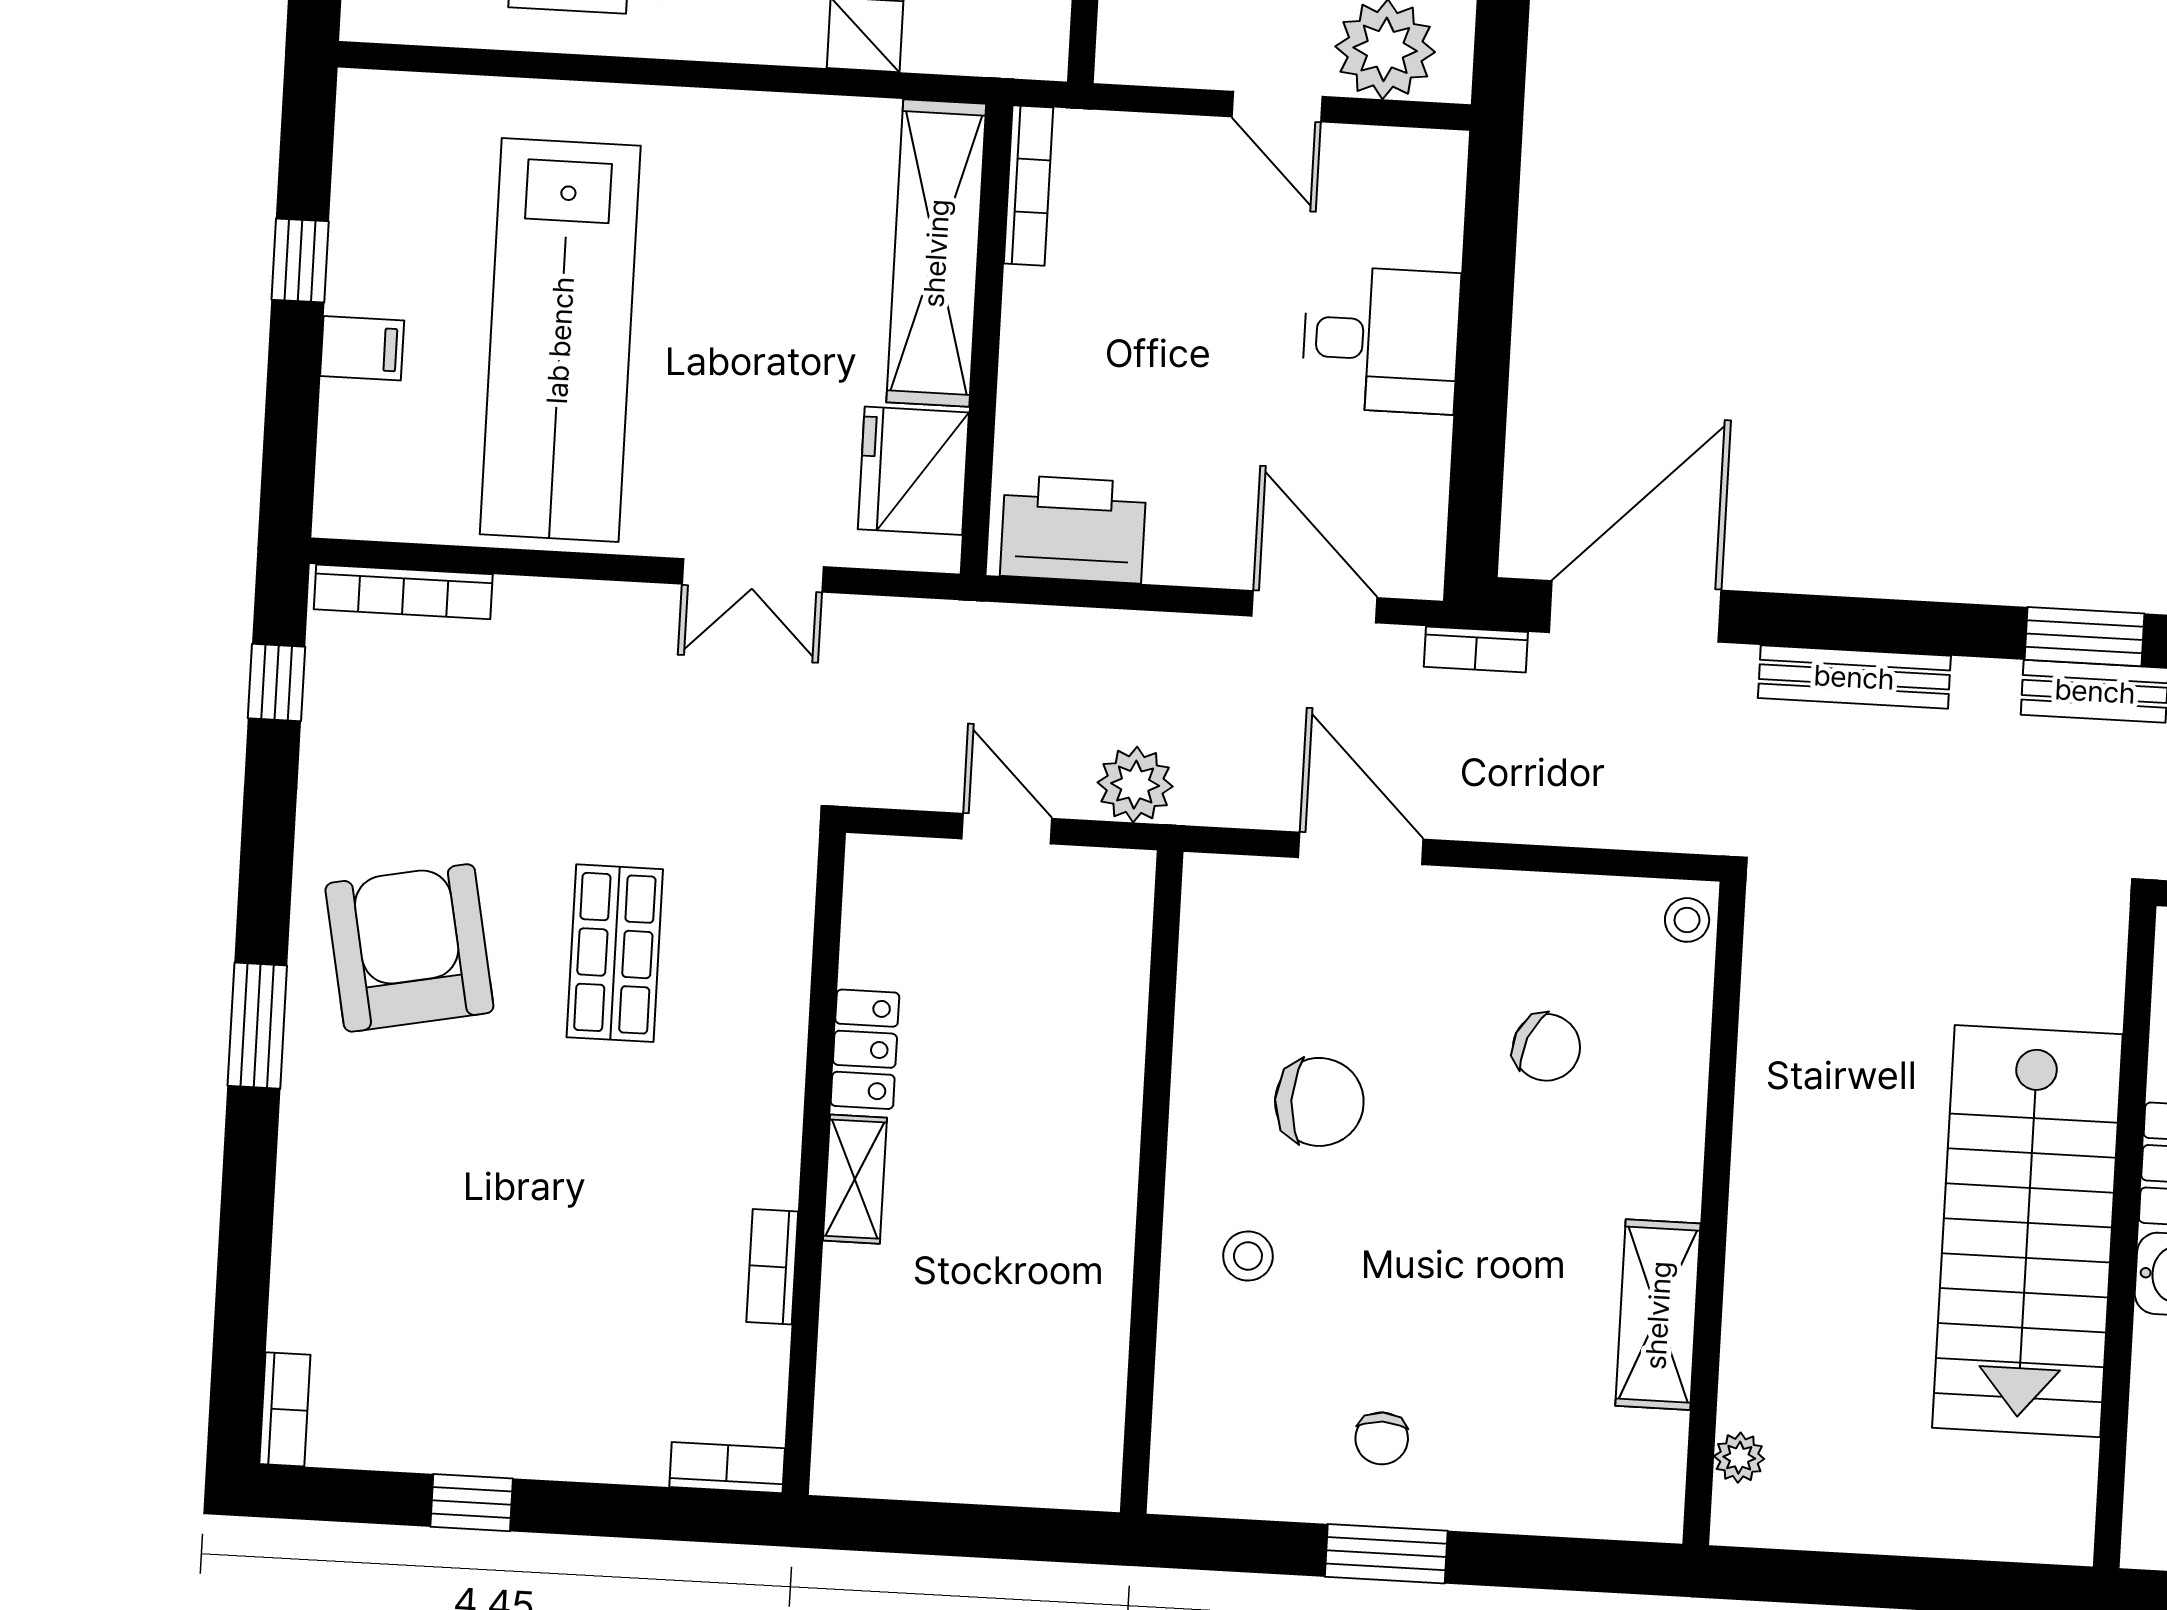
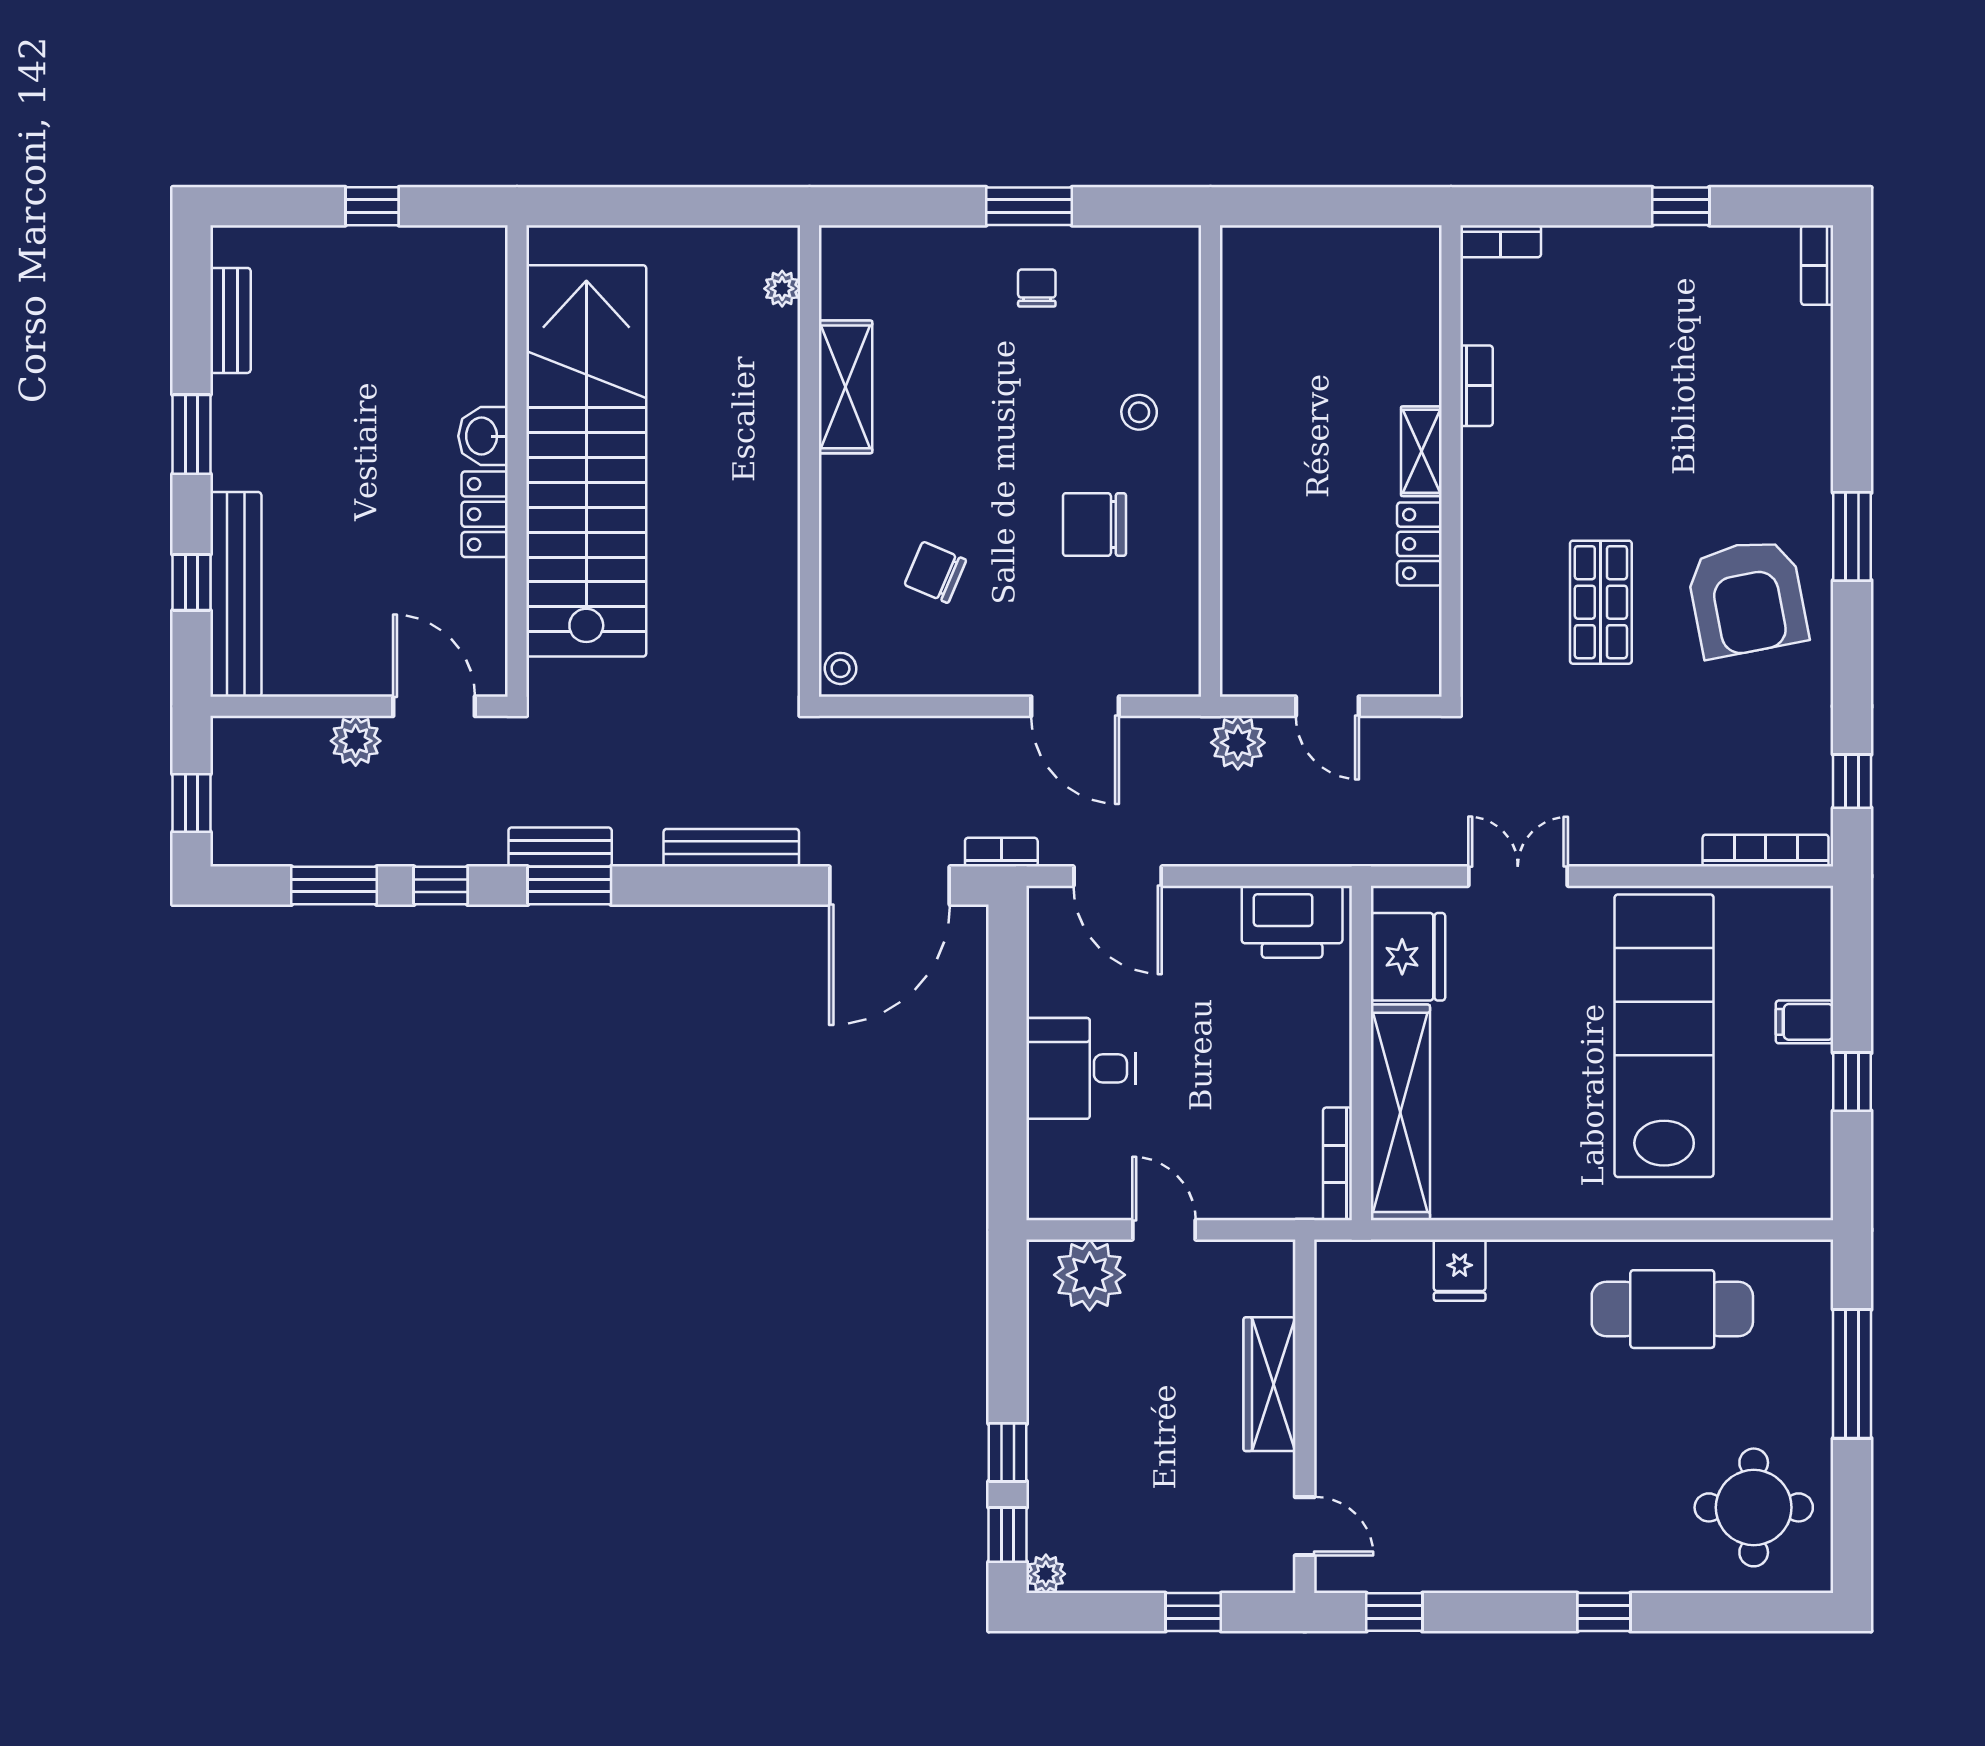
stairs: (2027, 1231) -> (586, 461), width x1.36

